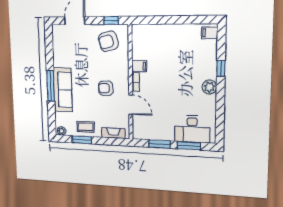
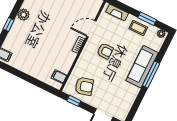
filing cabinet: (139, 66) -> (59, 77), moved
door: (131, 105) -> (91, 29), hinge flipped

